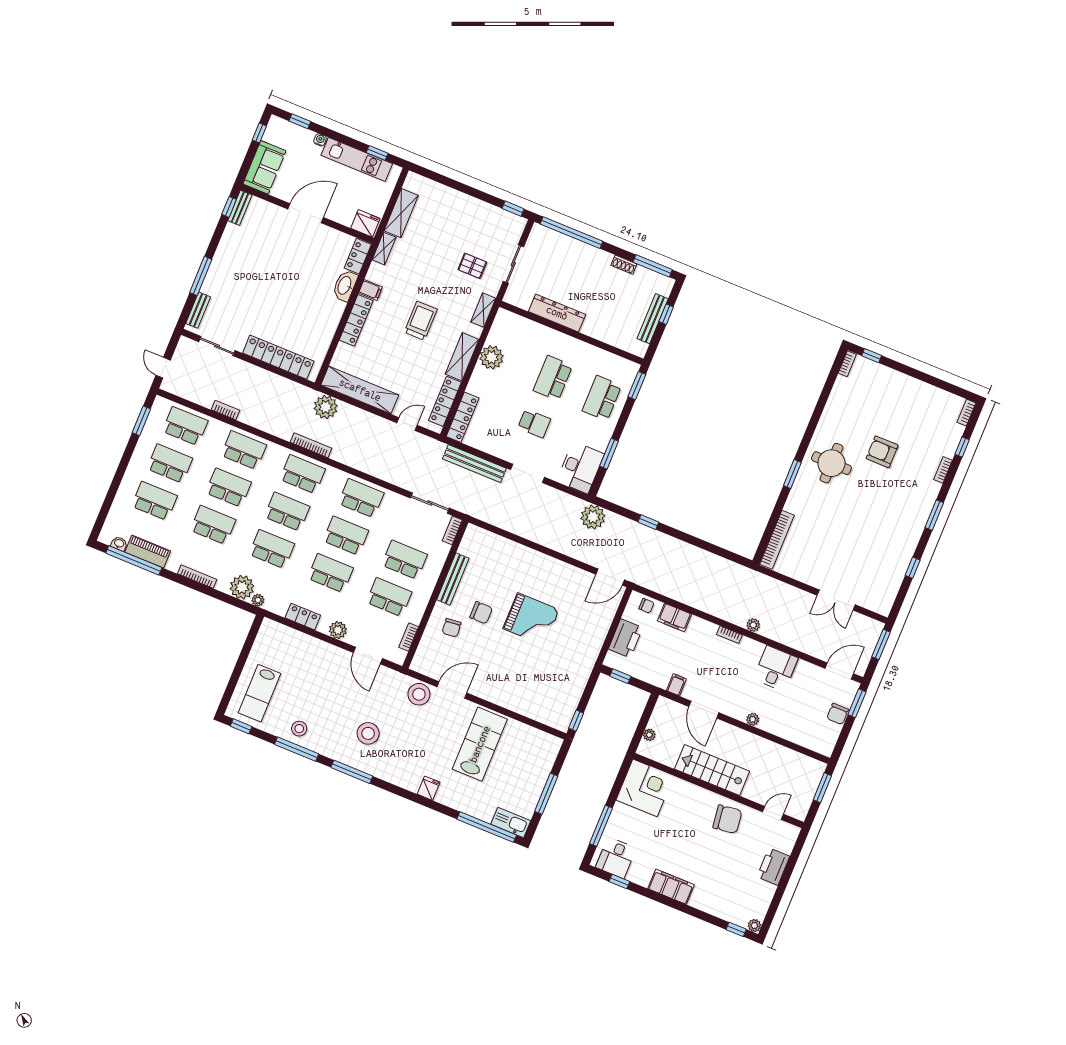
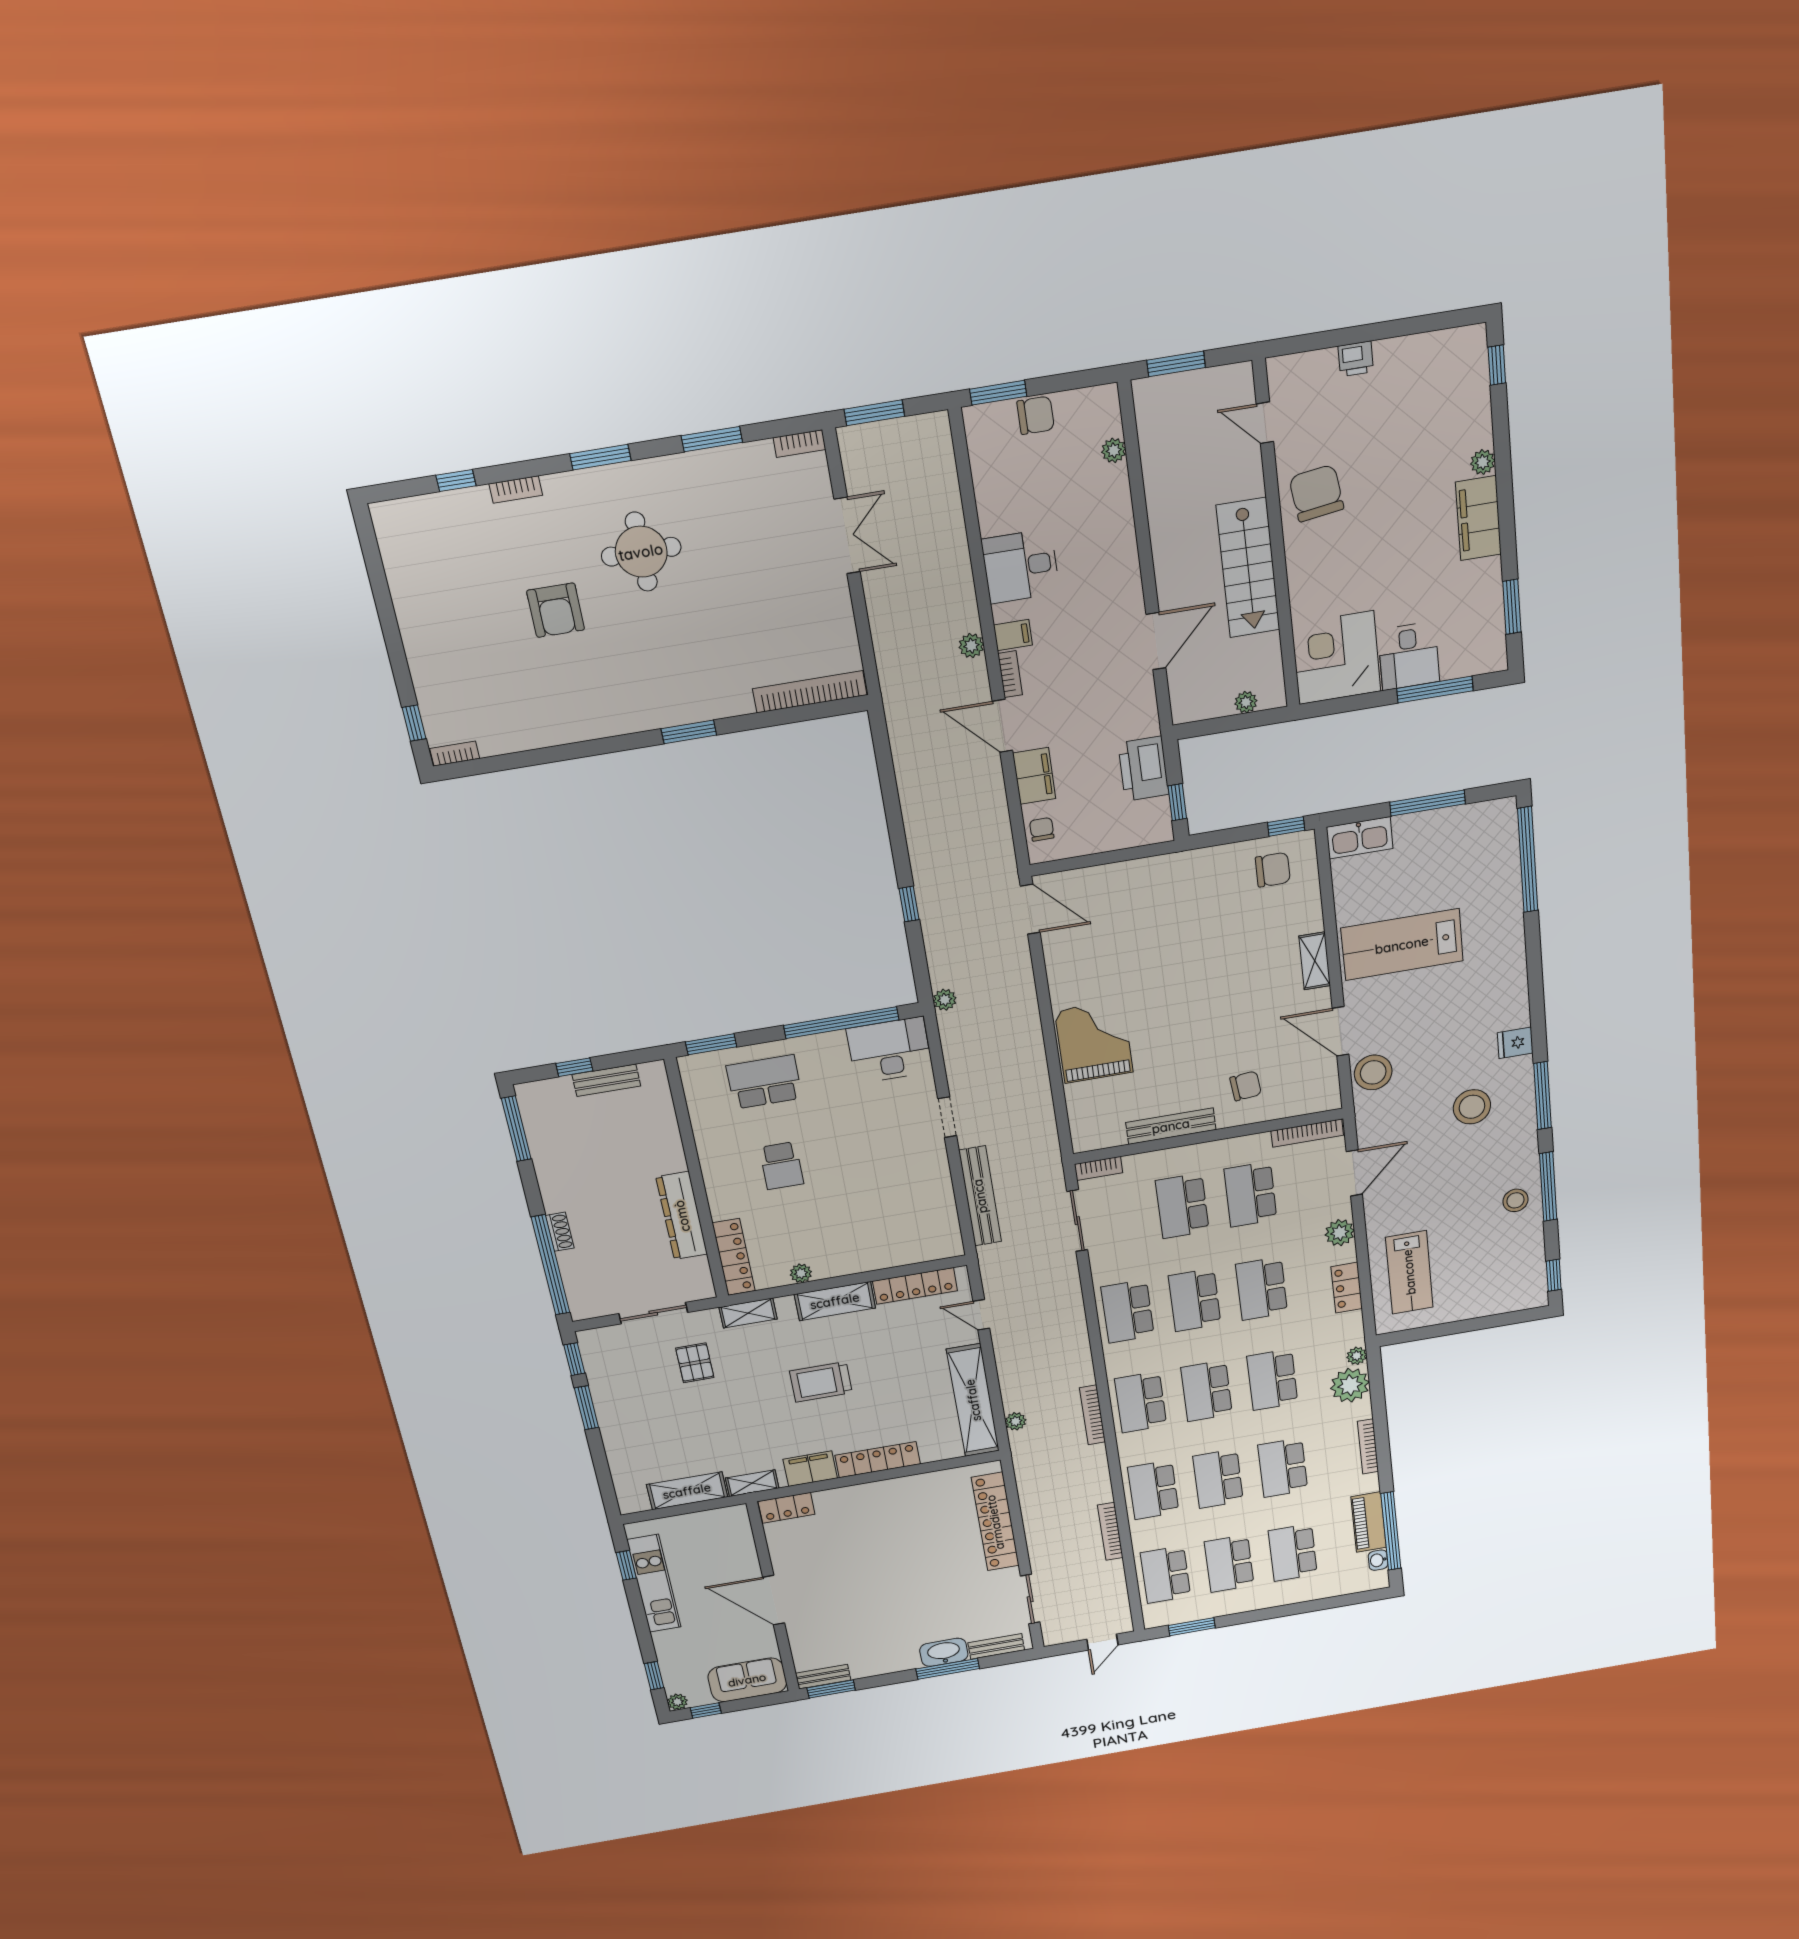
plant: (275, 122) -> (678, 1702), added
water cooler: (320, 140) -> (661, 1640), removed
window: (482, 196) -> (587, 1408), added
window: (229, 207) -> (831, 1689), width x1.50
fridge: (365, 223) -> (734, 1525), removed
shoe rack: (624, 265) -> (560, 1232), moved
washbasin: (345, 286) -> (944, 1652), moved, turned 180
filing cabinet: (370, 290) -> (810, 1469), width x2.00
bench: (653, 319) -> (606, 1080), width x0.73
plant: (491, 357) -> (801, 1273), width x0.53, depth x0.53
school desk: (553, 378) -> (781, 1166), width x0.54
school desk: (602, 398) -> (764, 1082), turned 180
plant: (326, 407) -> (1016, 1421), width x0.53, depth x0.53
bookcase: (225, 410) -> (1110, 1531), width x1.56
bookcase: (966, 413) -> (799, 444), moved
locker: (463, 417) -> (734, 1257), moved, turned 90
school desk: (534, 423) -> (866, 1151), removed
window: (609, 454) -> (841, 1023), width x2.11
round table: (831, 463) -> (641, 552), moved
doorway: (528, 473) -> (947, 1117), width x0.73
plant: (593, 517) -> (945, 1000), width x0.53, depth x0.53
window: (913, 568) -> (712, 439), width x1.50
chair: (481, 613) -> (1273, 870), moved, turned 90
grand piano: (531, 619) -> (1094, 1042), moved
bookcase: (409, 637) -> (1307, 1133), width x1.56
printer: (625, 638) -> (1143, 769), moved, turned -90
door: (839, 671) -> (1002, 726), moved
filing cabinet: (676, 685) -> (1013, 635), moved, turned 180
lab bench: (260, 693) -> (1409, 1272), moved, turned 90
shelving: (498, 697) -> (1315, 961), added
plant: (753, 719) -> (1114, 450), moved
fridge: (429, 788) -> (1515, 1043), moved
kitchen sink: (511, 822) -> (1360, 838), moved, turned -90
desk: (616, 858) -> (1409, 656), moved, turned 90
printer: (773, 867) -> (1356, 359), width x0.53, depth x0.68
window: (619, 882) -> (1512, 607), width x1.50
plant: (754, 925) -> (1483, 462), moved

